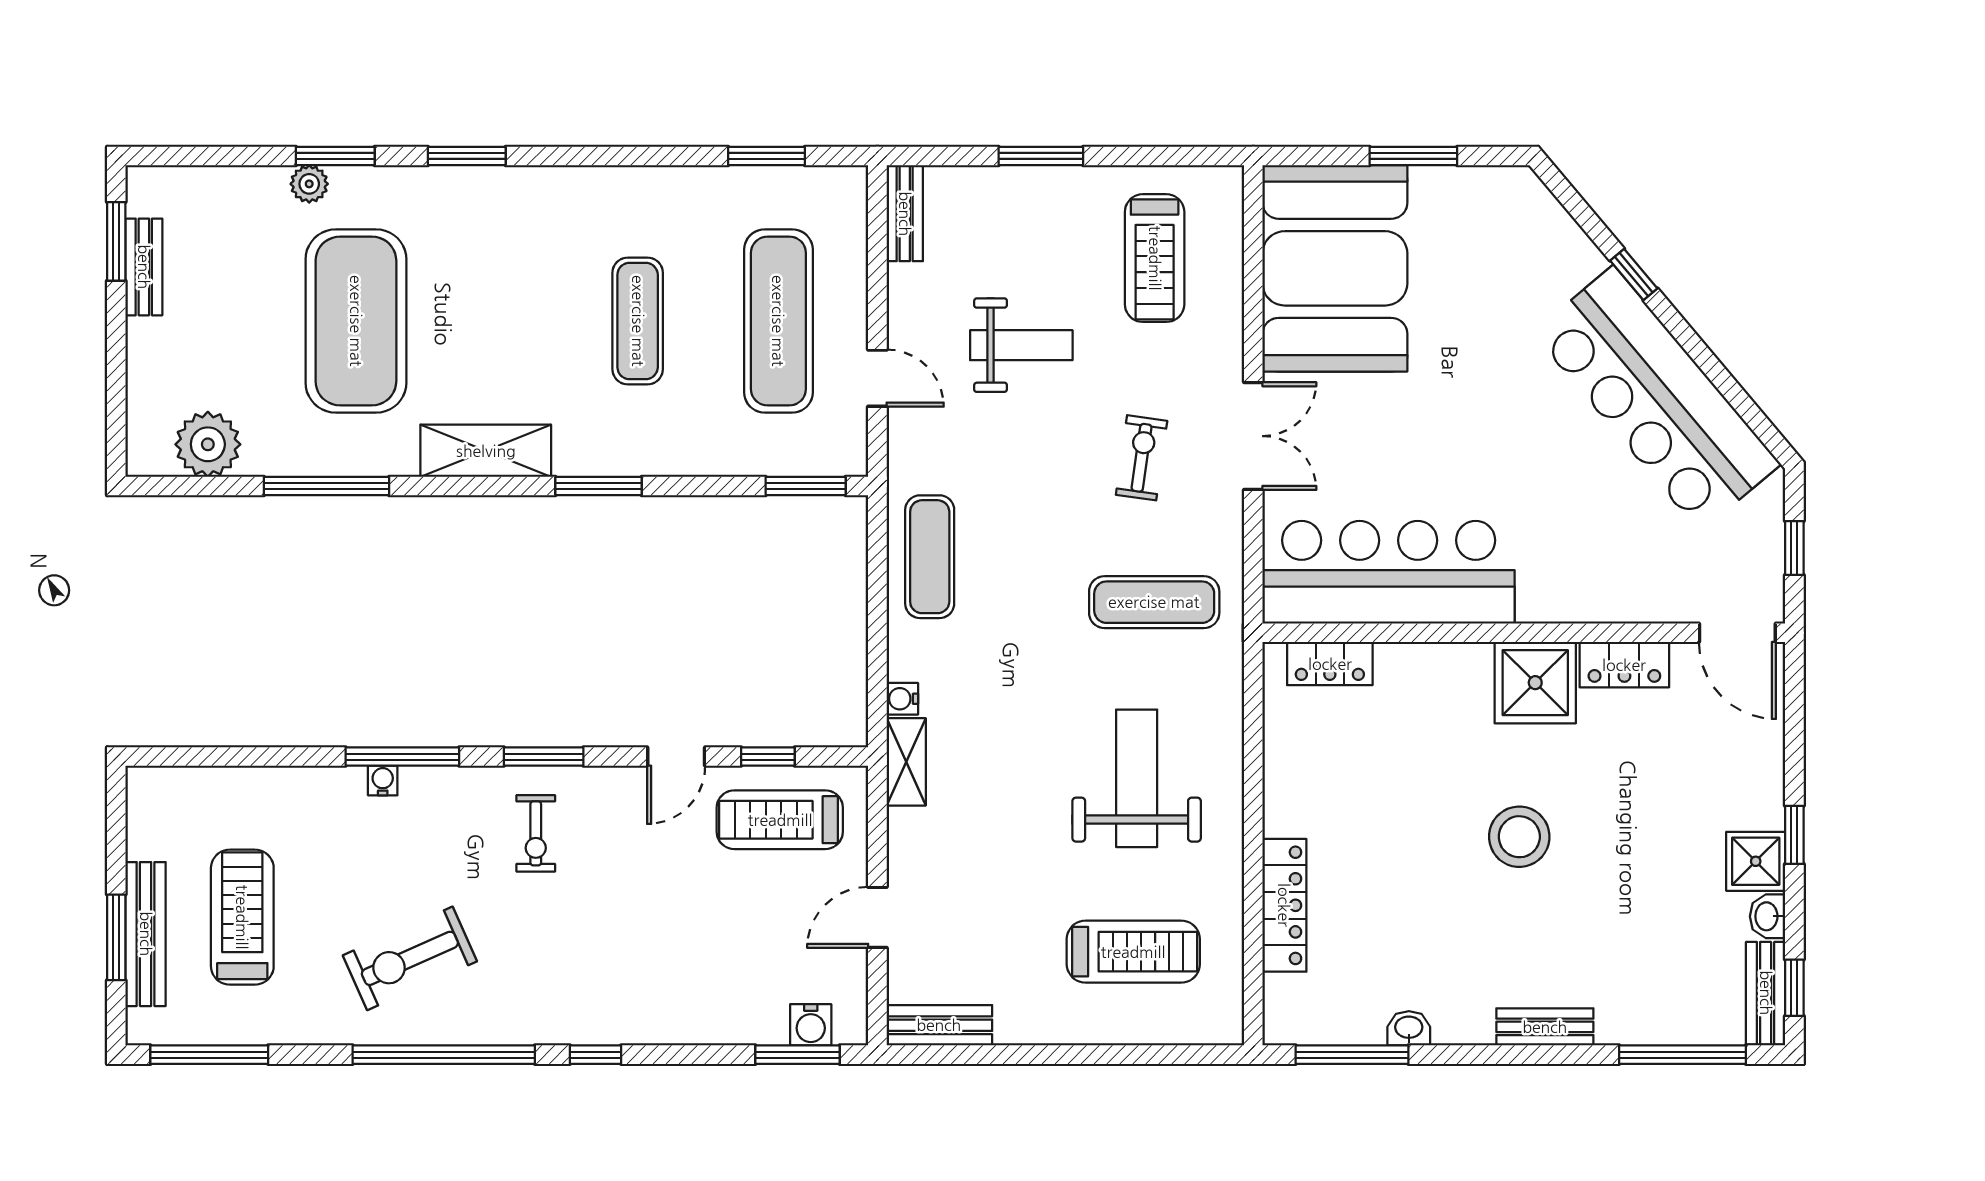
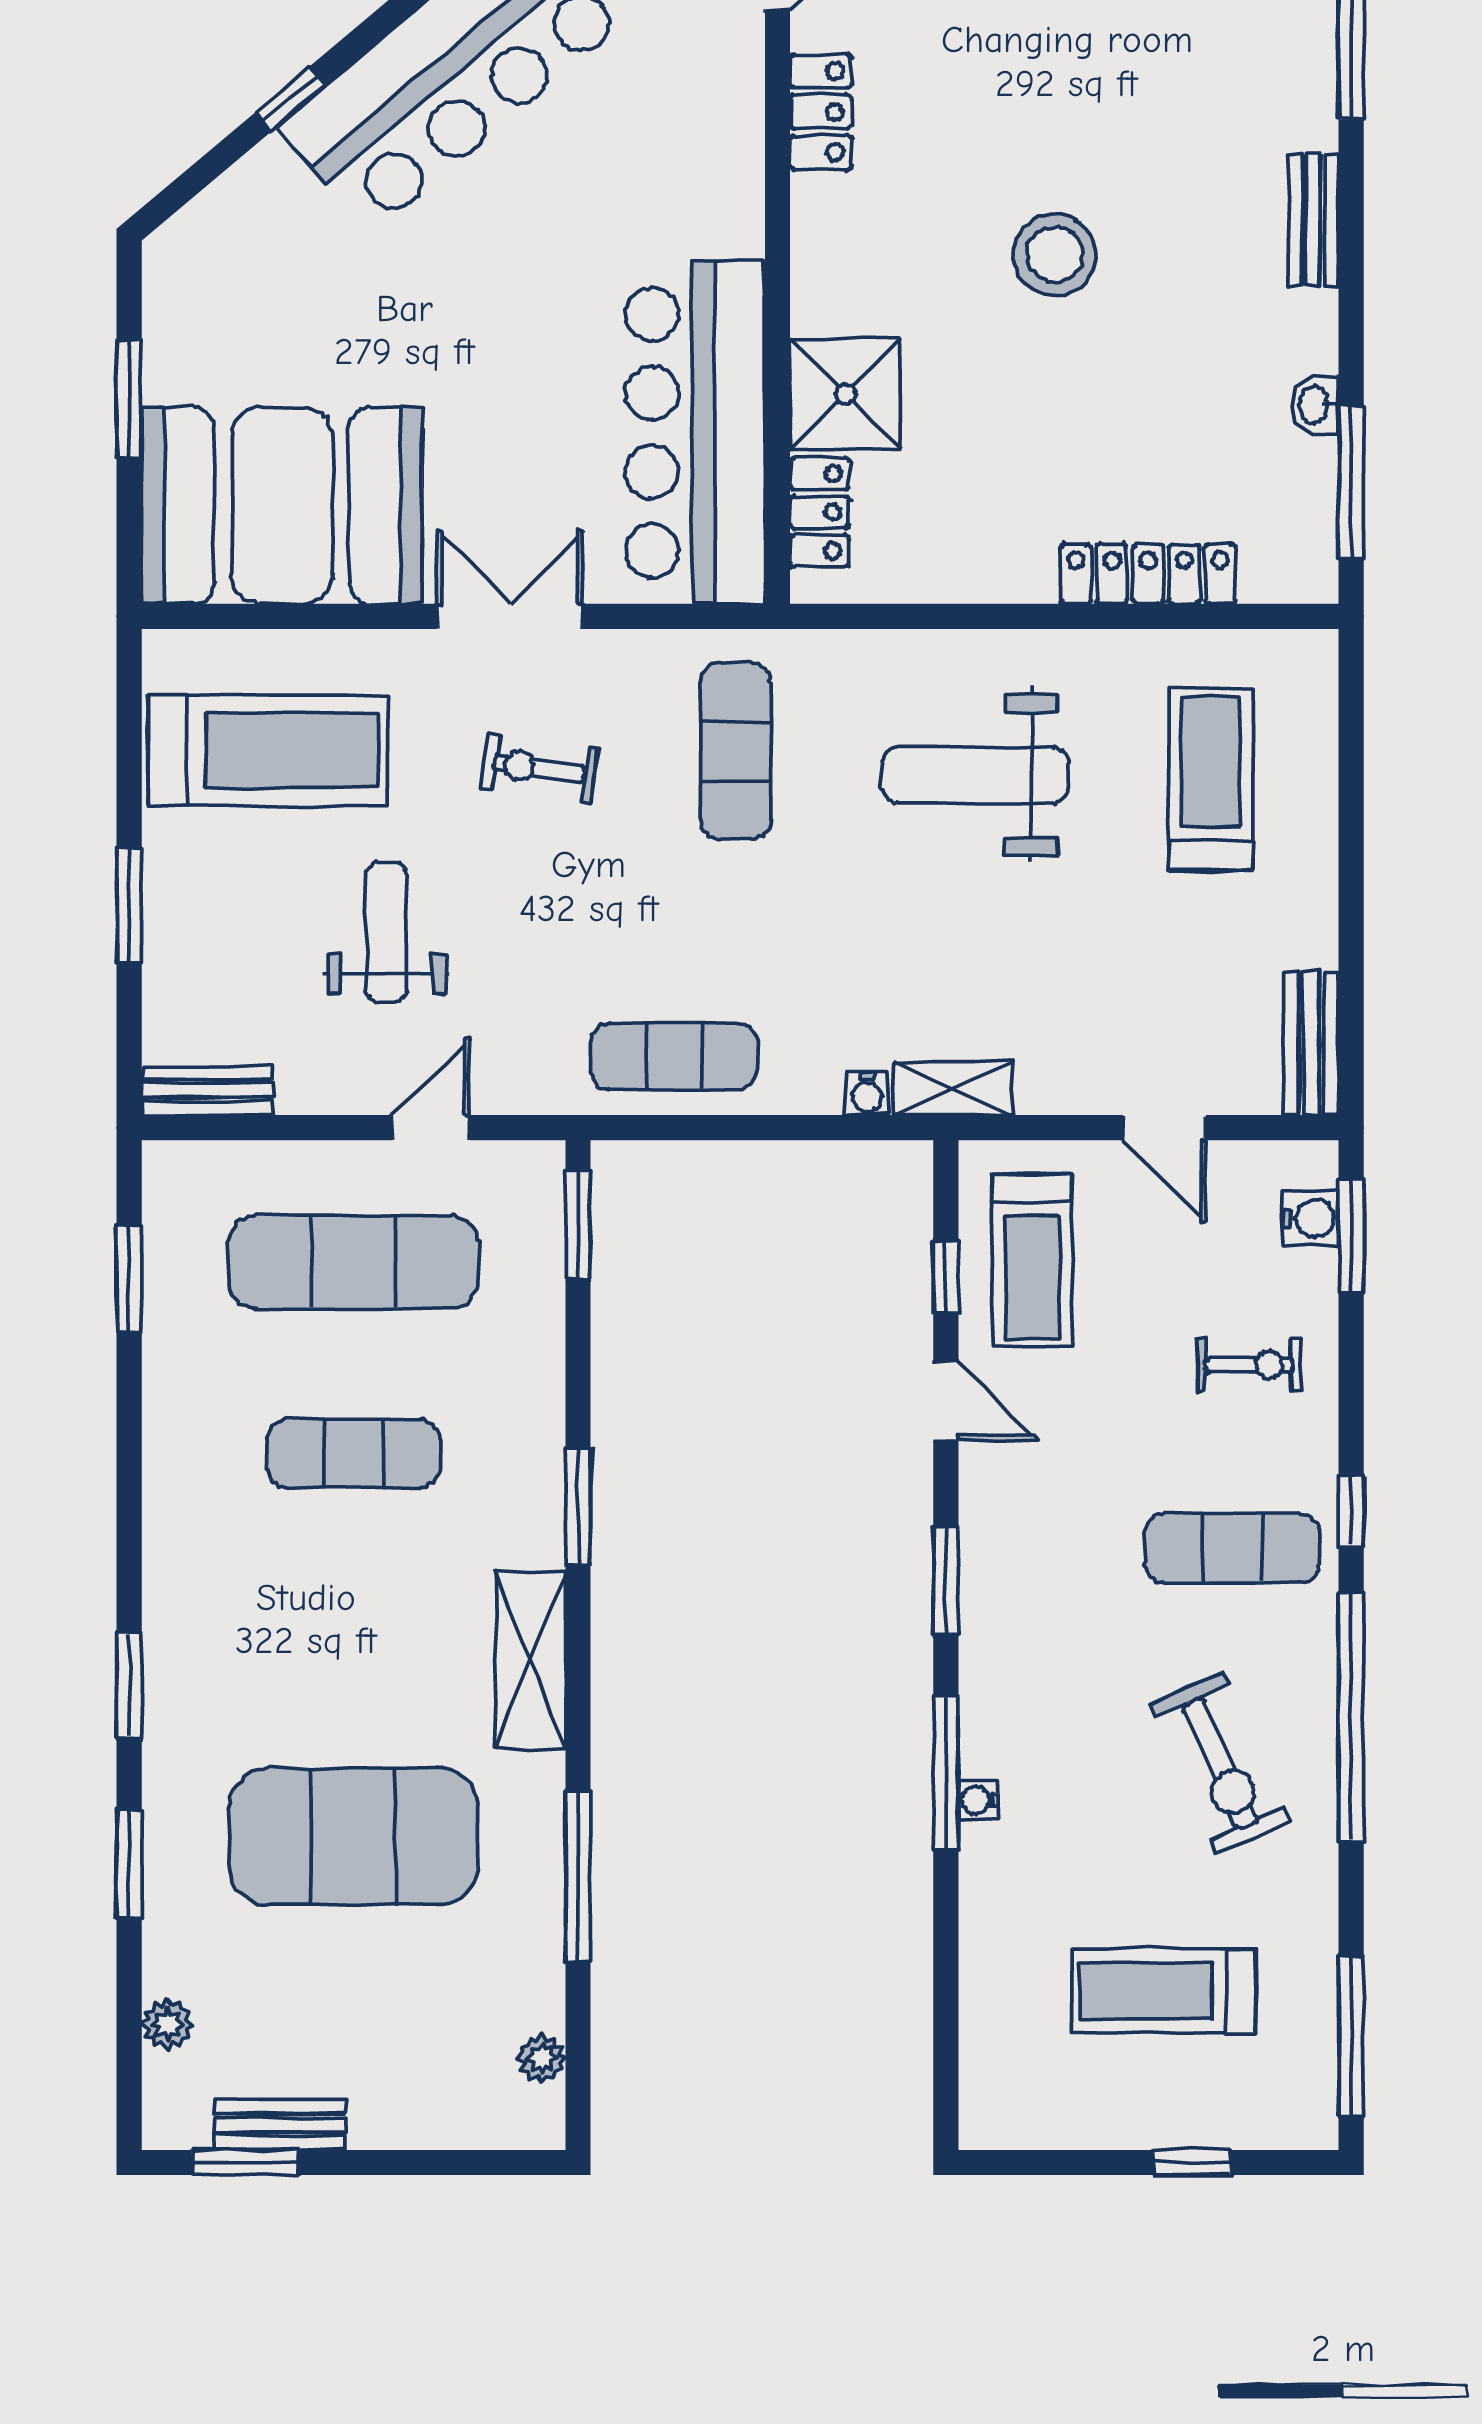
plant: (309, 184) -> (167, 2024), moved
treadmill: (1155, 258) -> (268, 751), width x1.37, depth x1.38
plant: (208, 444) -> (542, 2059), width x0.53, depth x0.53
shower: (1535, 683) -> (845, 394), moved
exercise bike: (536, 833) -> (1249, 1365), moved
bench: (146, 934) -> (1187, 2123), removed
window: (116, 937) -> (1192, 2162), width x0.67
exercise mat: (568, 967) -> (1232, 1548), added

